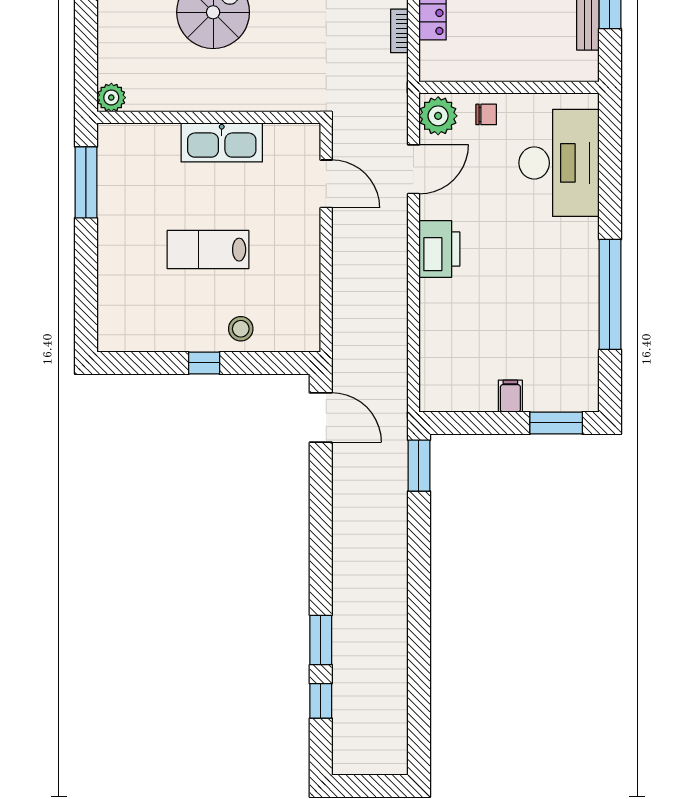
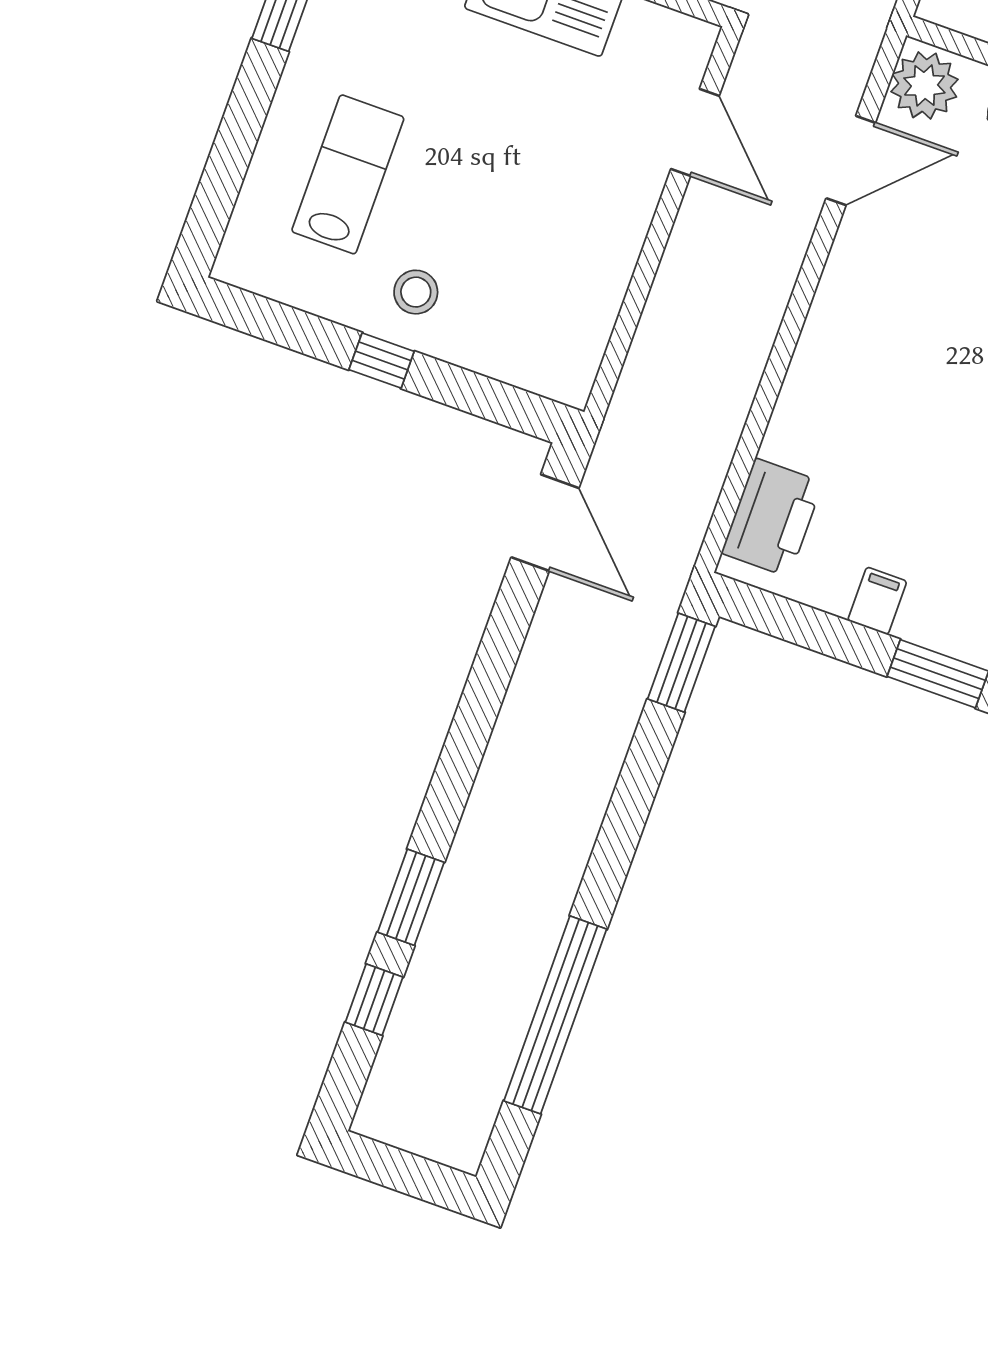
printer: (439, 249) -> (772, 518), moved
lab bench: (208, 250) -> (348, 174), moved, turned 90
stool: (241, 329) -> (416, 292), moved
window: (419, 675) -> (555, 1015), added

